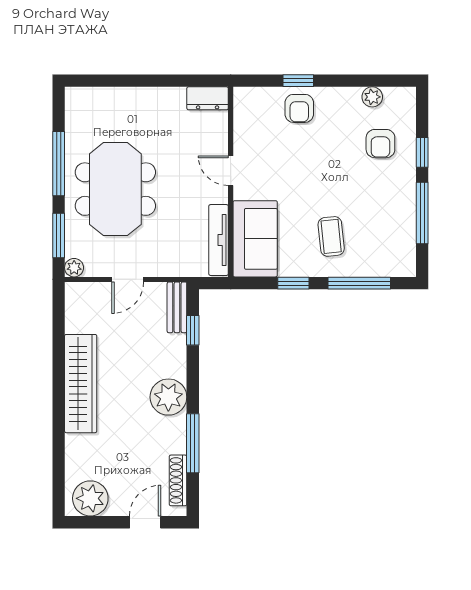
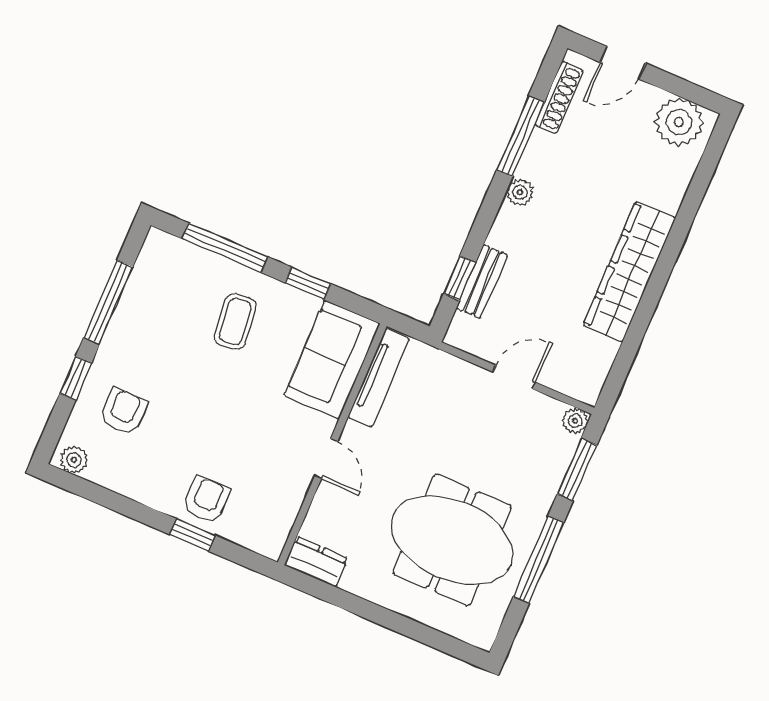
plant: (372, 97) -> (74, 460), moved
meeting table: (115, 189) -> (452, 540), moved, turned 90
bench: (177, 307) -> (482, 282), moved
plant: (168, 397) -> (520, 192), width x0.53, depth x0.53

